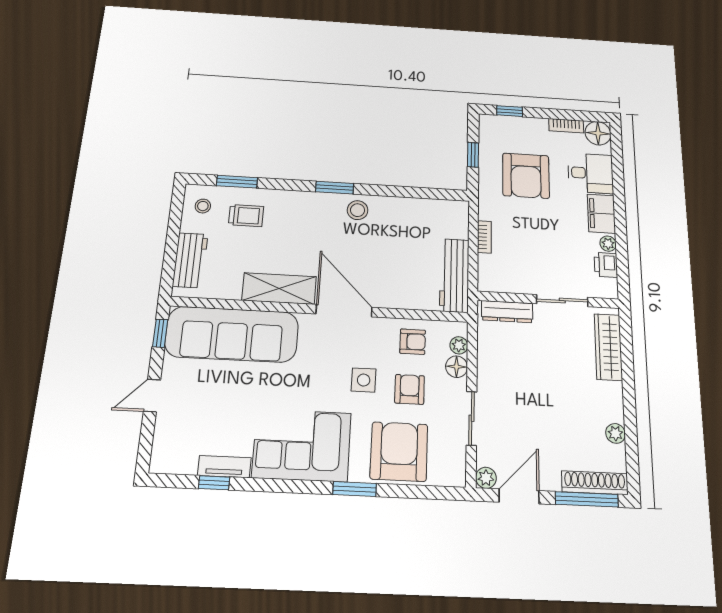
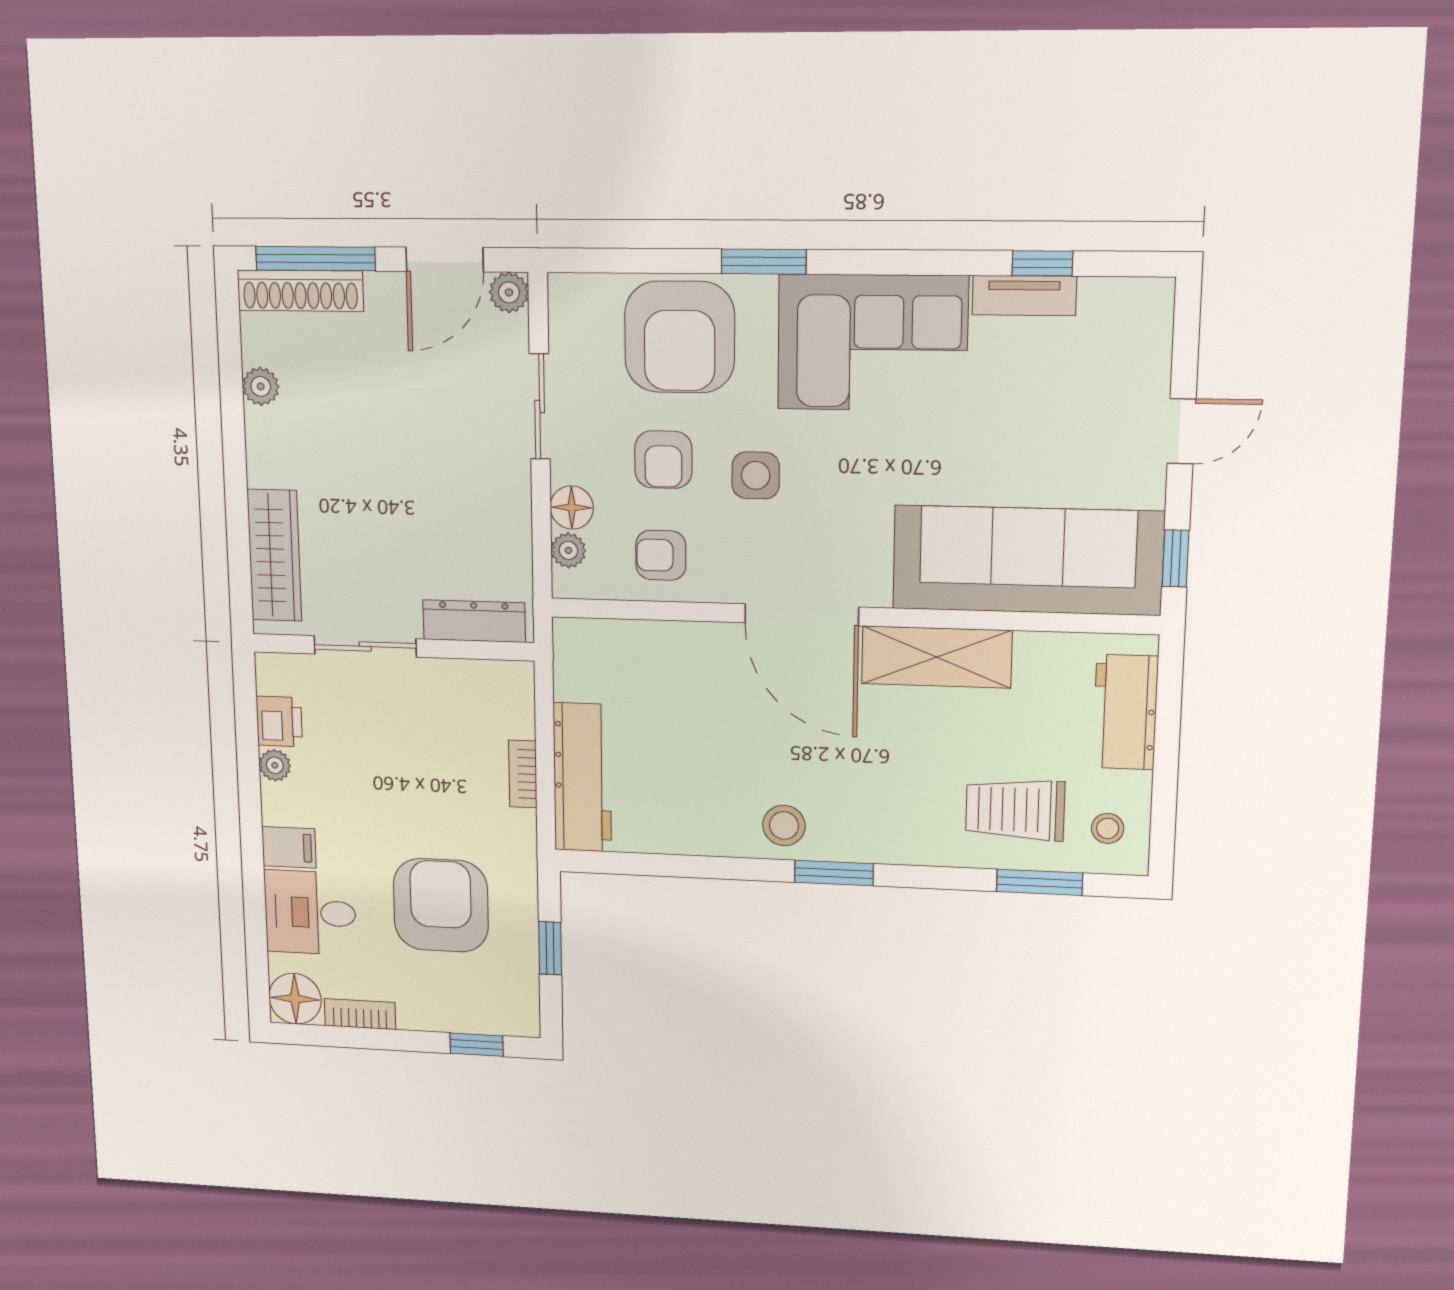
filing cabinet: (601, 214) -> (289, 847), width x0.50
trolley: (246, 216) -> (1015, 810), width x1.36, depth x1.39
workbench: (454, 275) -> (582, 777), moved

